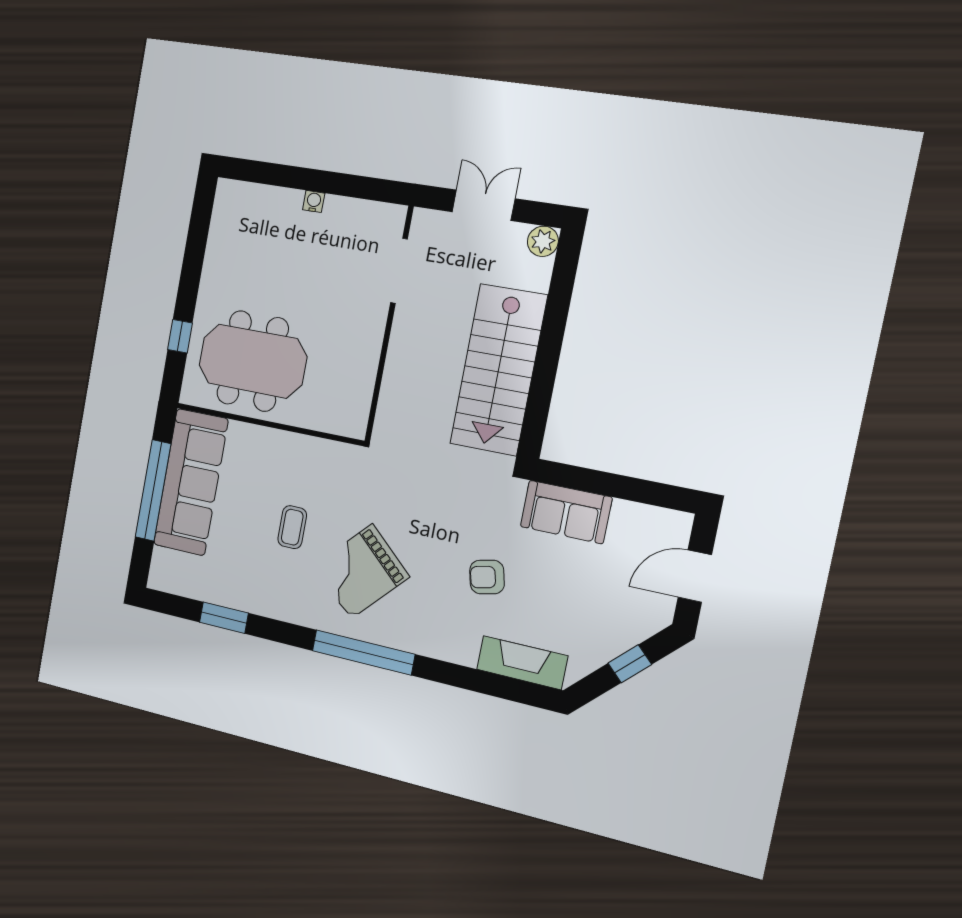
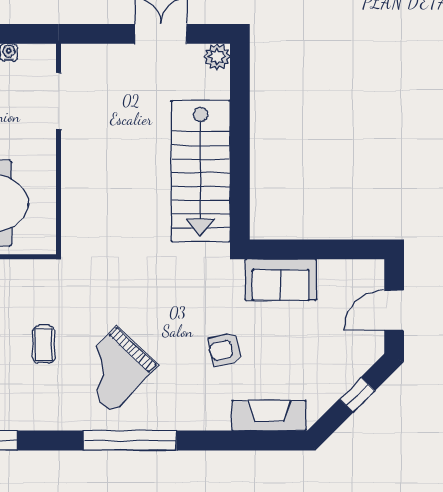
doorway: (399, 271) -> (59, 101), moved
wall: (389, 324) -> (59, 149), moved

